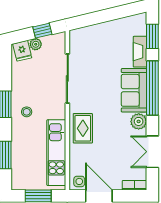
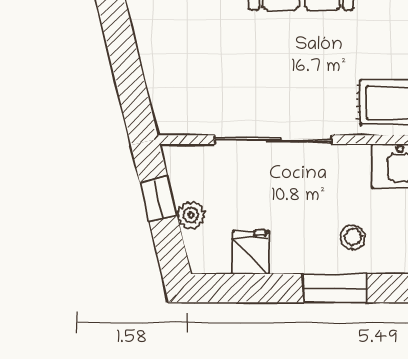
fridge: (22, 51) -> (250, 253), moved, turned -76

